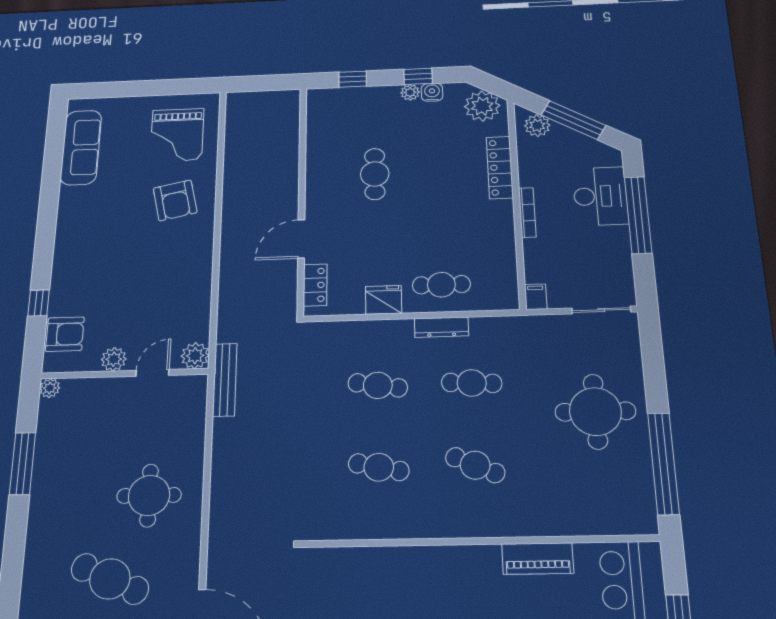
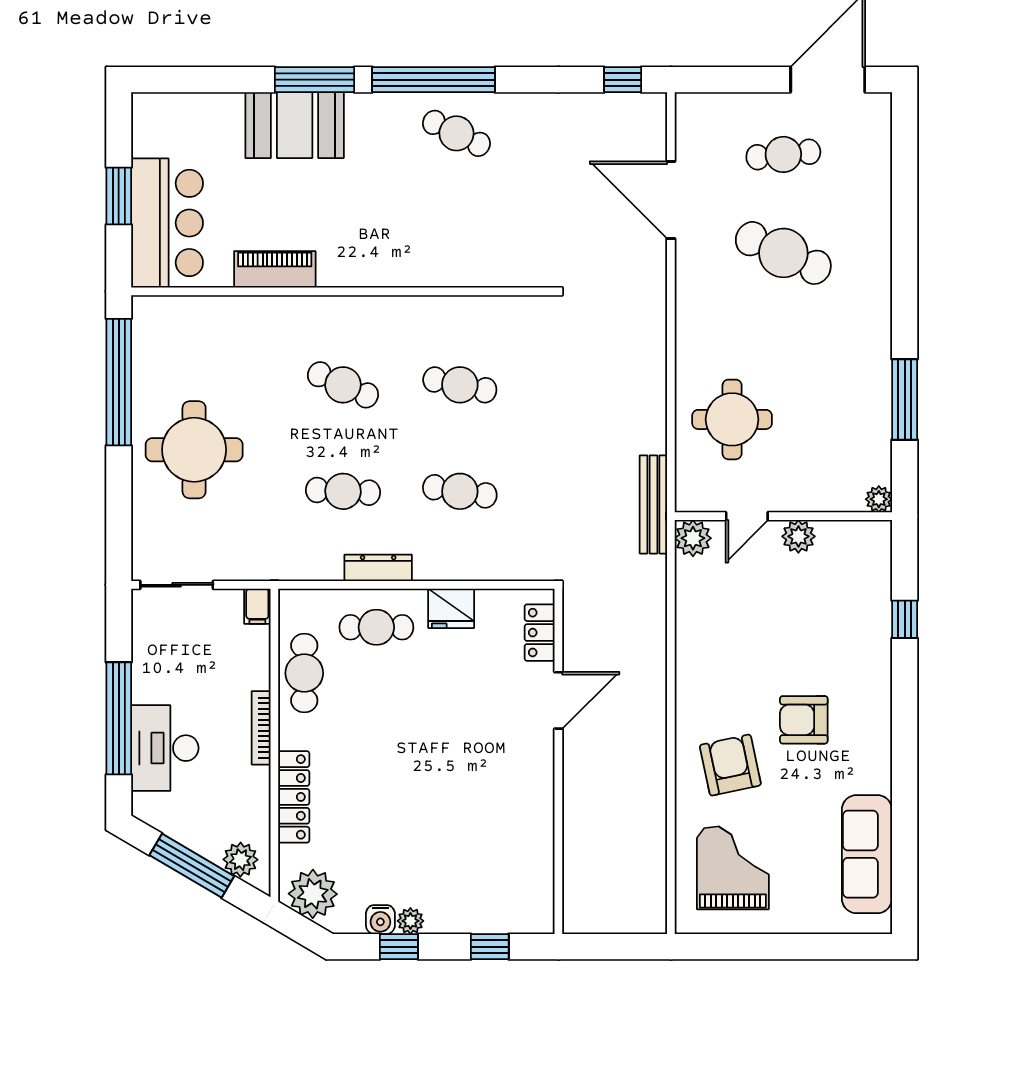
cafe table: (375, 174) -> (304, 673), moved
armchair: (65, 334) -> (804, 720), moved
round table: (149, 495) -> (732, 419), moved

